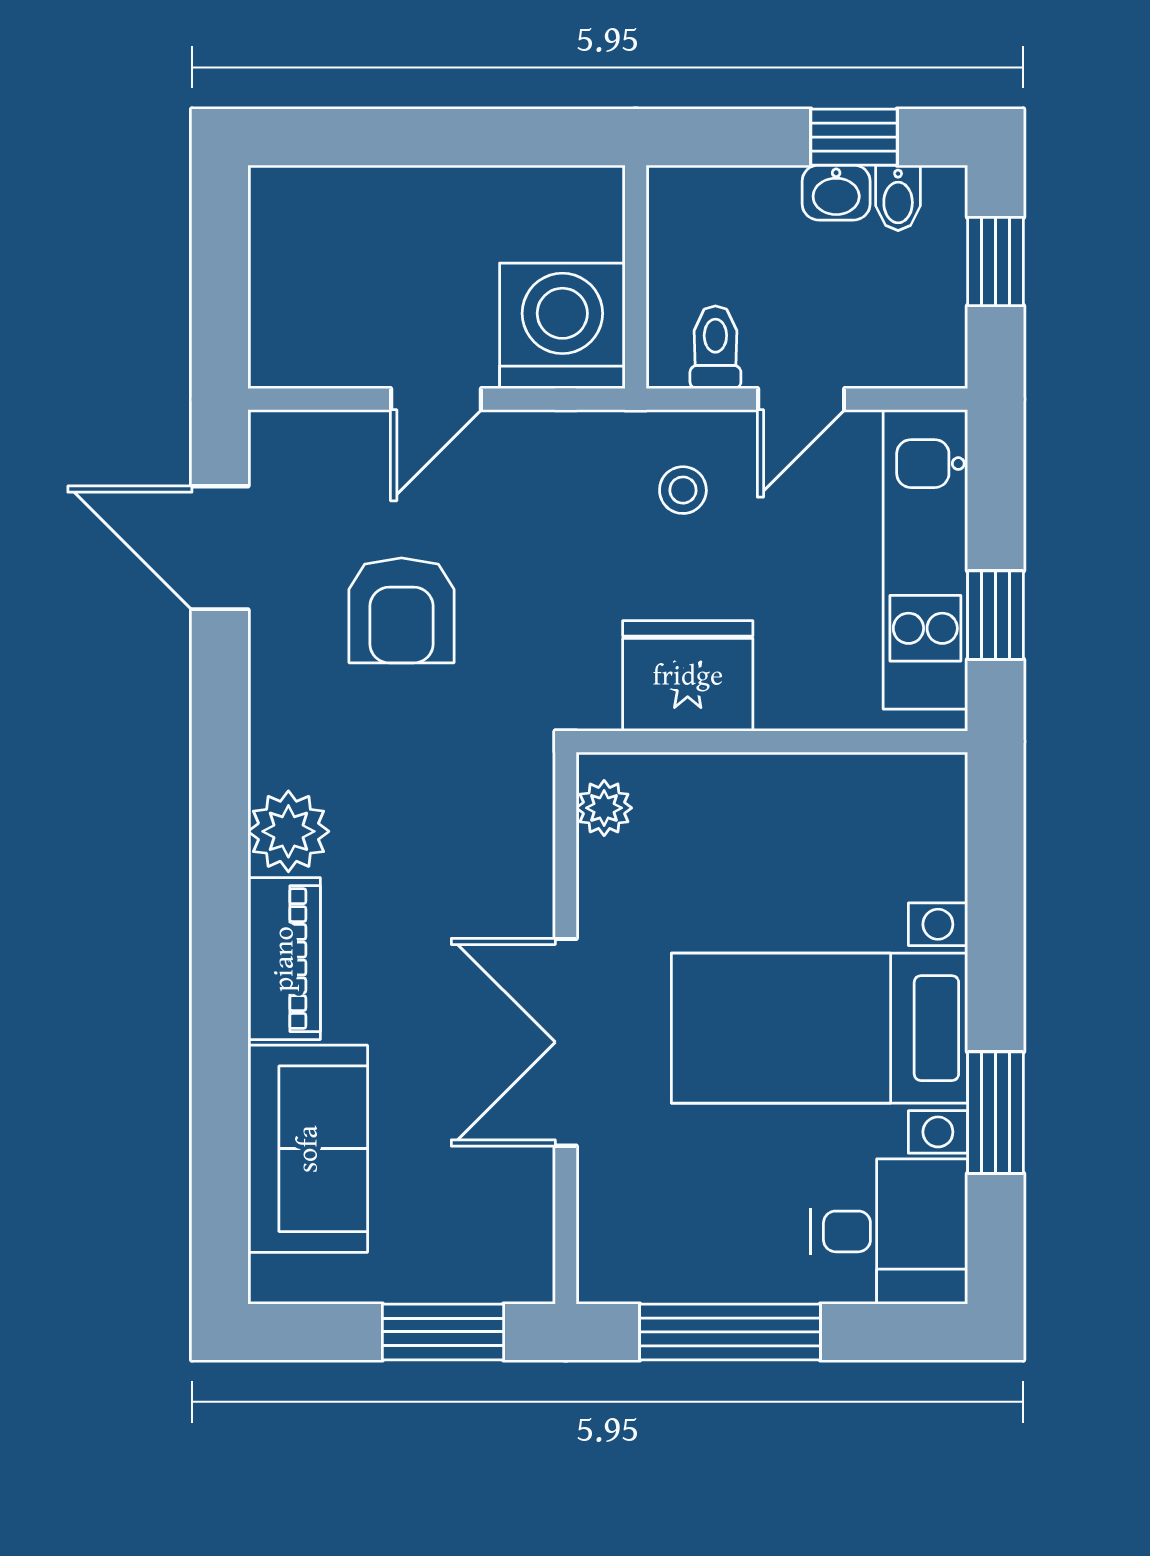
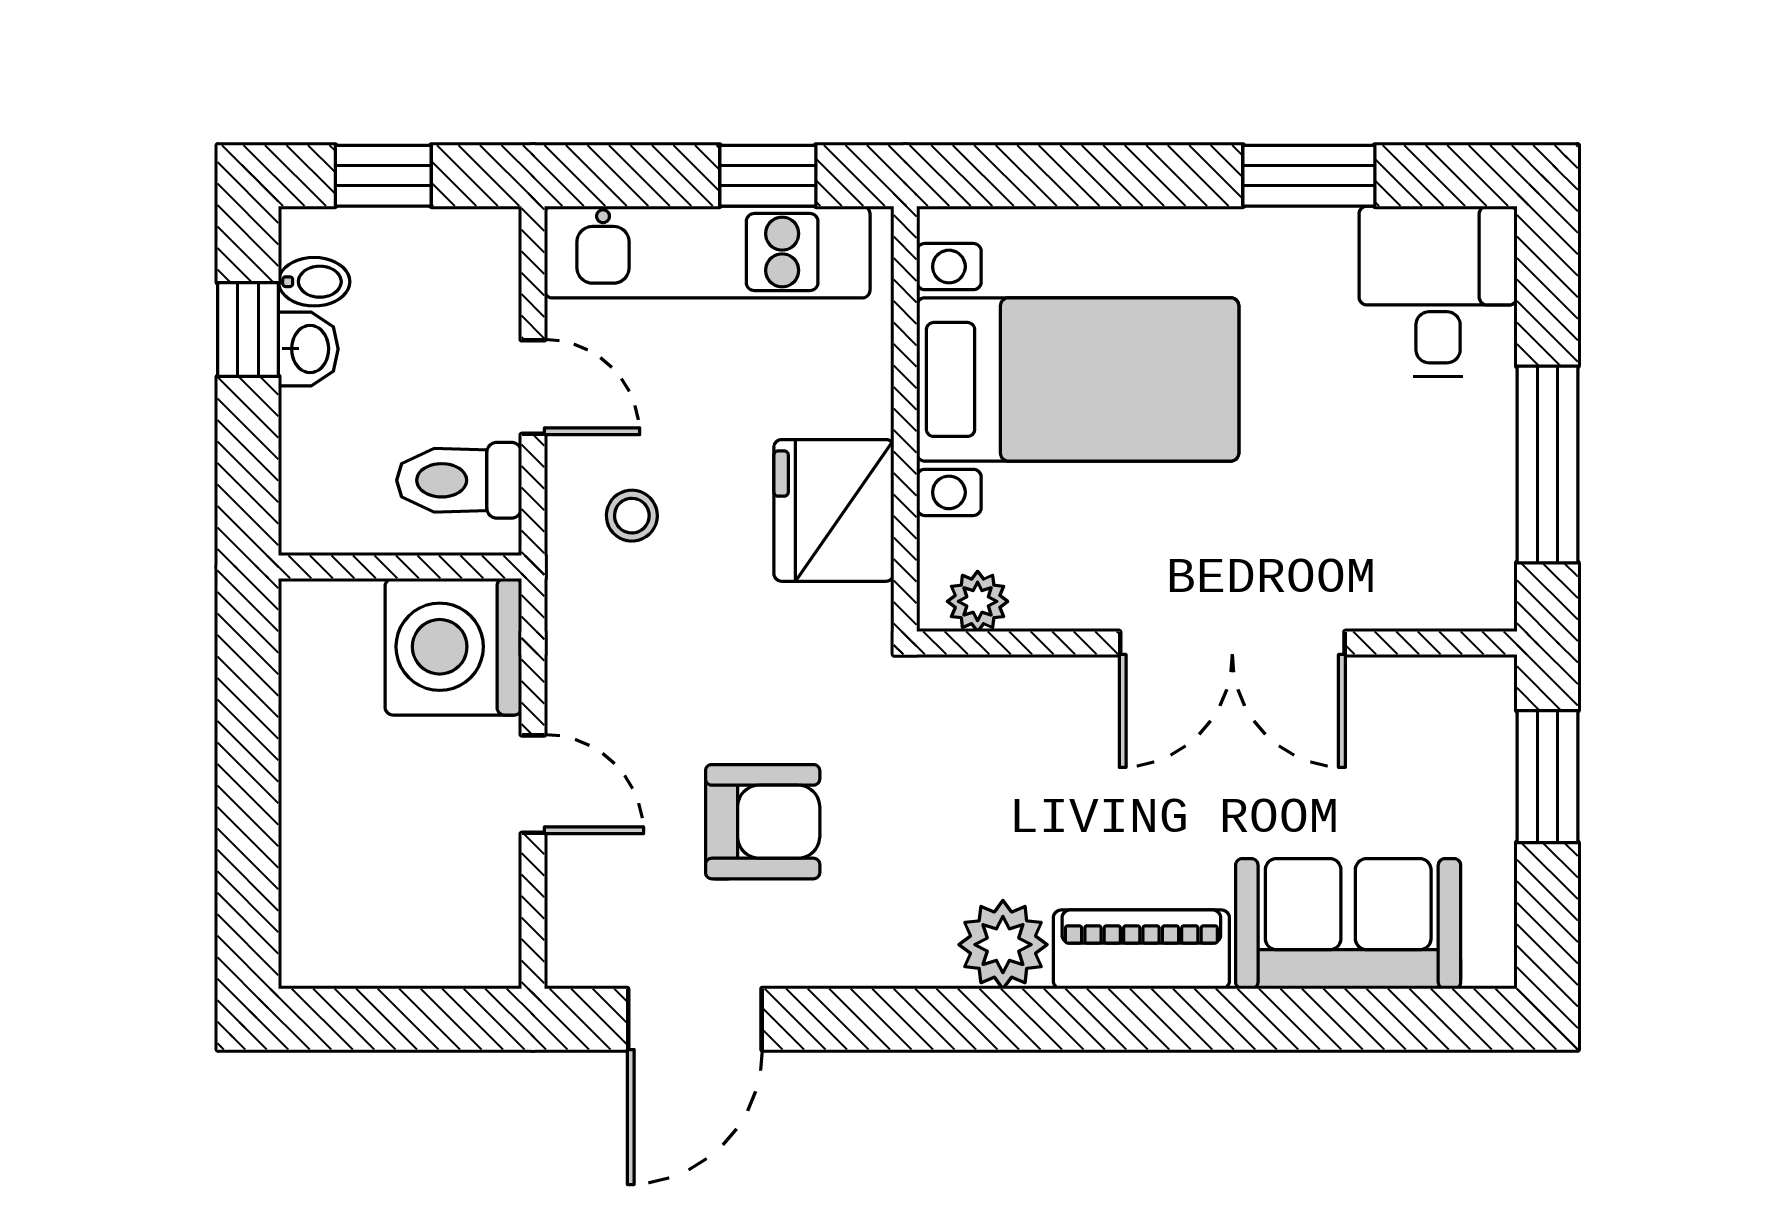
toilet: (715, 347) -> (459, 480), width x1.37, depth x1.39
bed with nightstands: (819, 1028) -> (1078, 379), moved, turned -90

